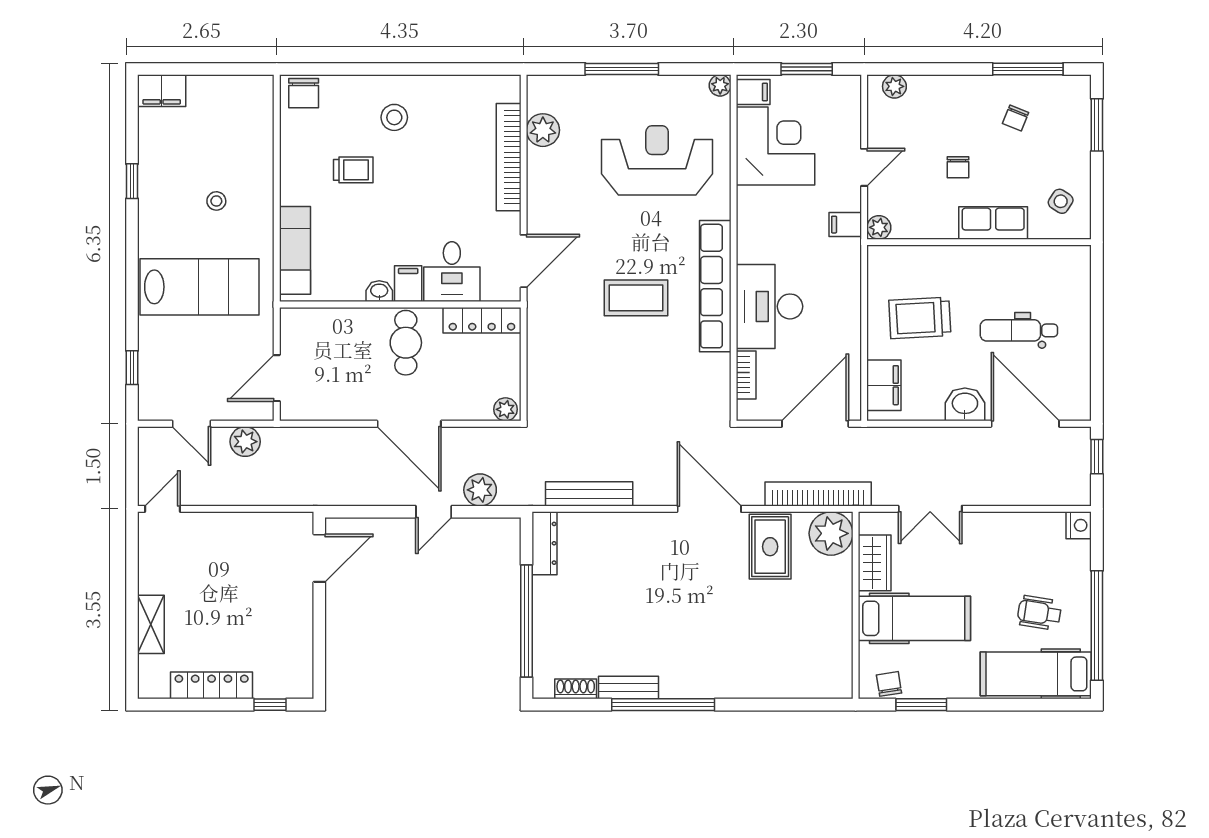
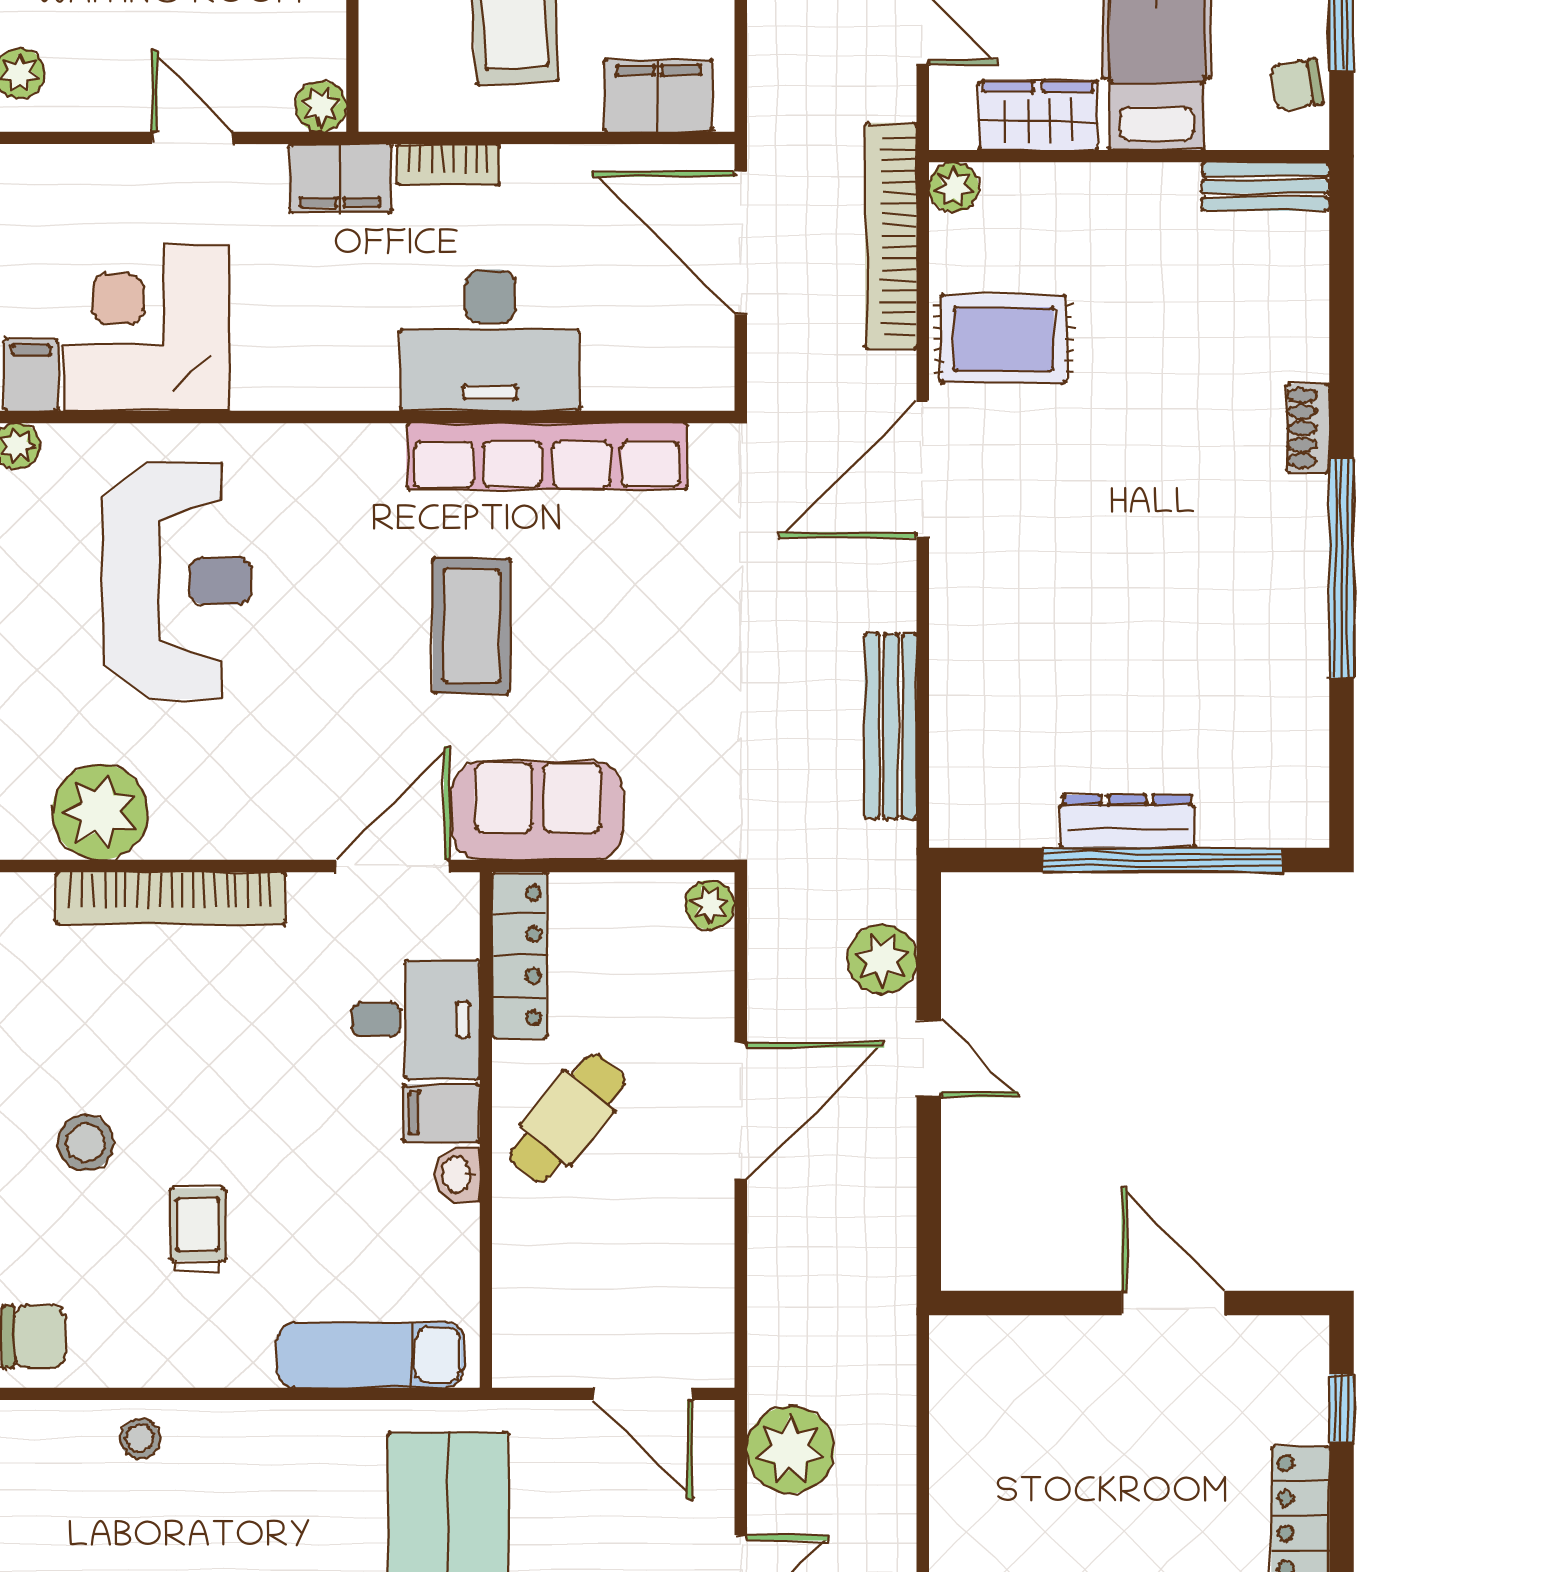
plant: (543, 130) -> (100, 812), width x1.36, depth x1.36
reception desk: (657, 160) -> (177, 581), turned 180
stool: (216, 201) -> (140, 1438), moved
filing cabinet: (845, 225) -> (340, 178), width x2.00
door: (524, 261) -> (393, 866), hinge flipped
row of seats: (715, 286) -> (547, 456), moved
sofa: (550, 329) -> (538, 811), added
cafe table: (406, 343) -> (567, 1118), turned -51
bookcase: (746, 375) -> (448, 165), moved, turned 180
plant: (245, 442) -> (790, 1450), width x1.36, depth x1.36
plant: (831, 533) -> (954, 187), width x0.53, depth x0.53
dresser: (544, 543) -> (1127, 821), moved
door: (319, 558) -> (1173, 1303), moved
bench: (629, 688) -> (1266, 186), moved, turned 90
shoe rack: (576, 689) -> (1308, 428), moved

